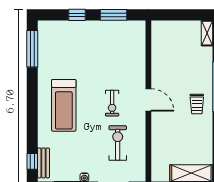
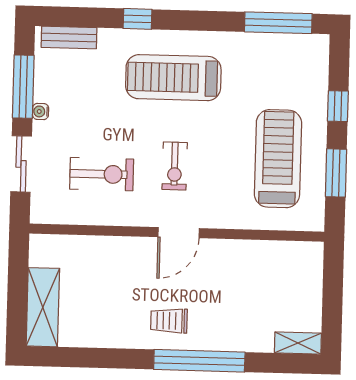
treadmill: (107, 47) -> (278, 159), added
exercise bike: (112, 103) -> (175, 166), turned -90
window: (32, 161) -> (138, 19), moved

